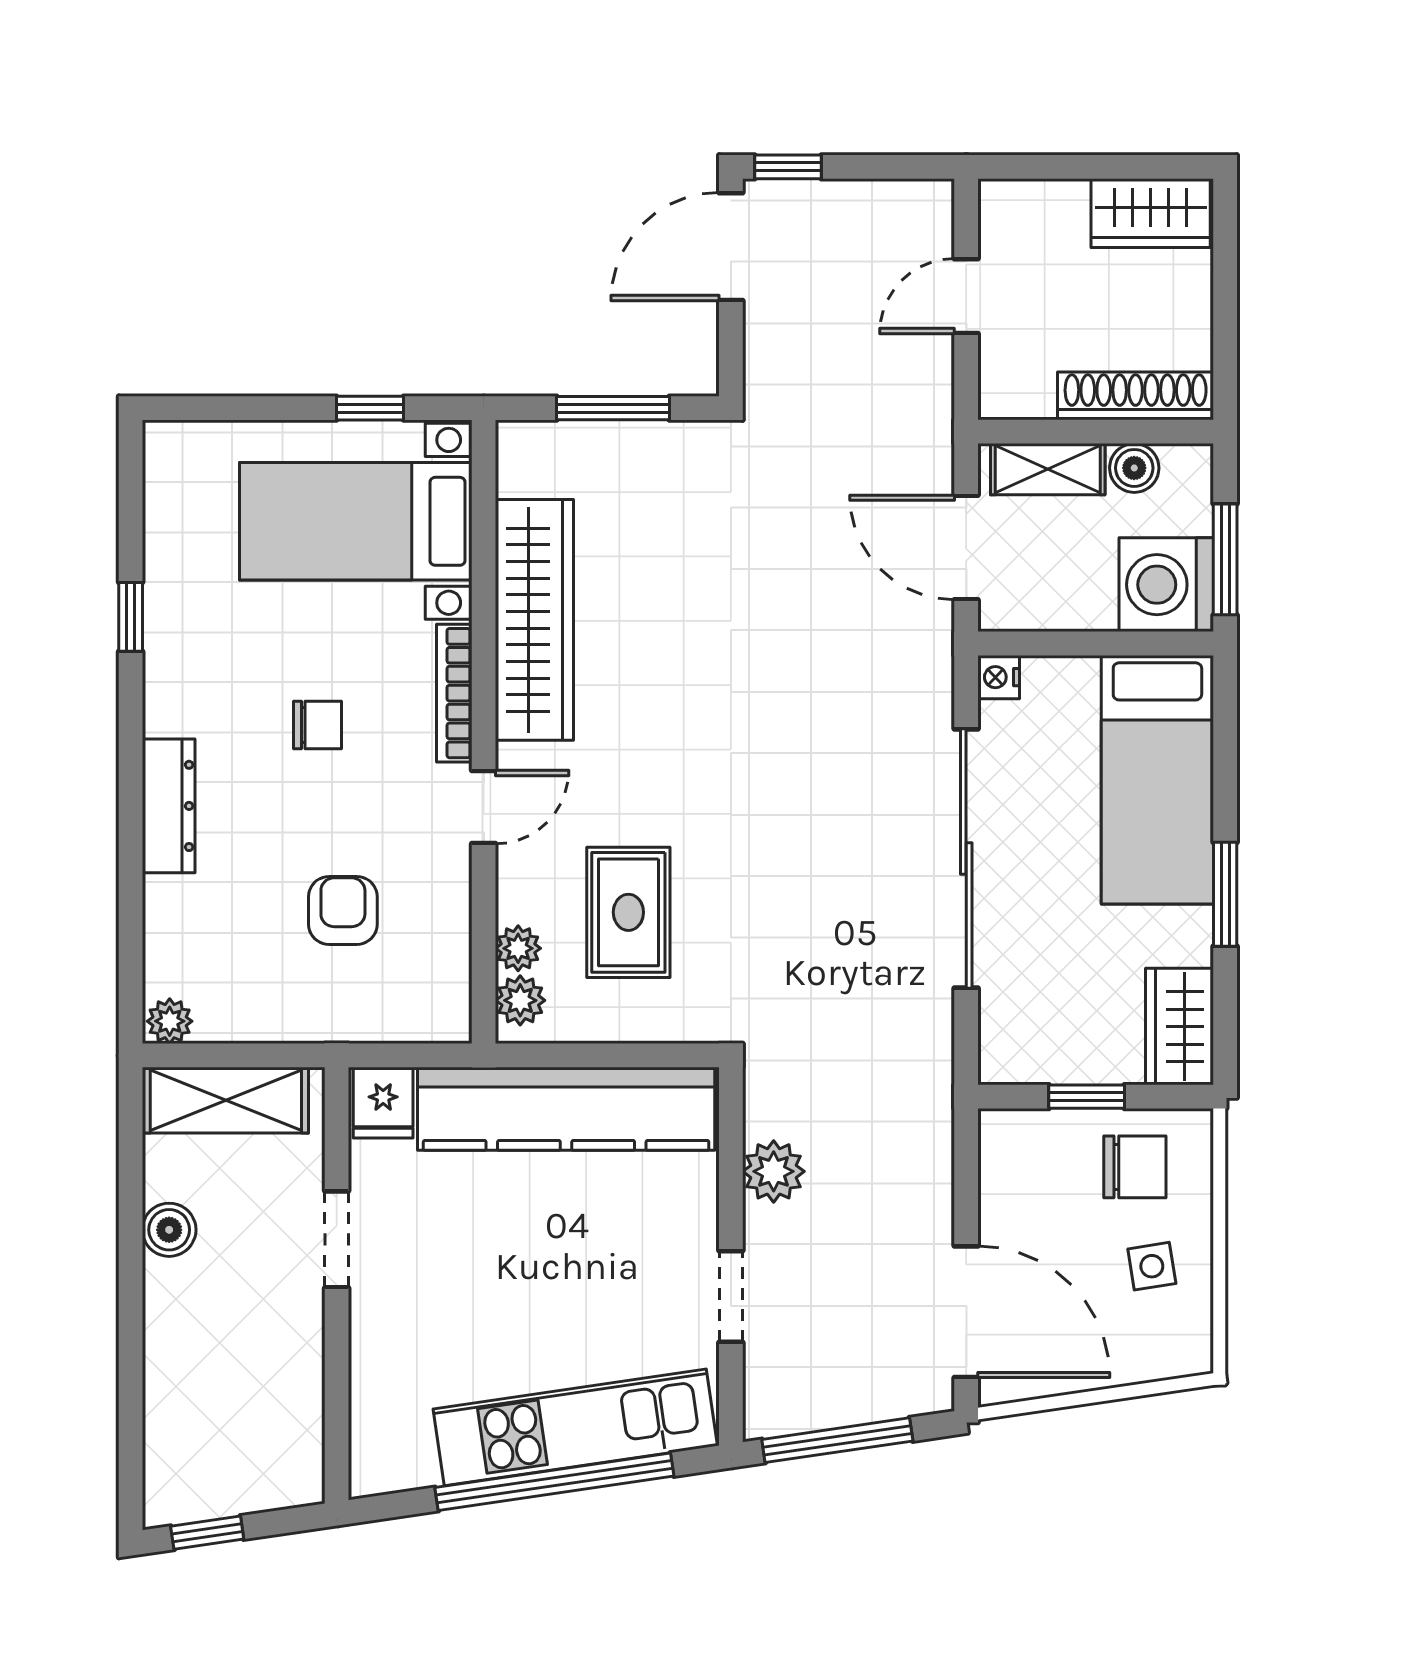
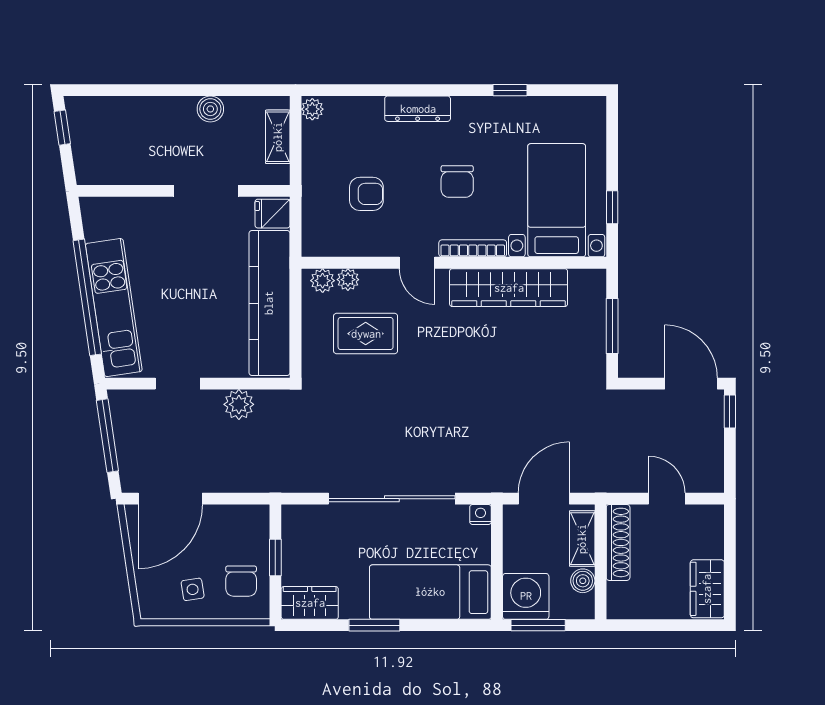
shoe rack: (1136, 396) -> (618, 542), moved
chair: (317, 725) -> (457, 182), width x1.37, depth x1.37
shelving: (226, 1100) -> (278, 137), width x0.67, depth x0.75
doorway: (337, 1239) -> (206, 191), width x1.38

